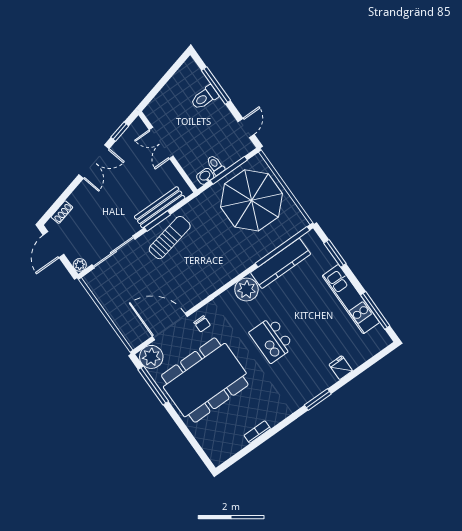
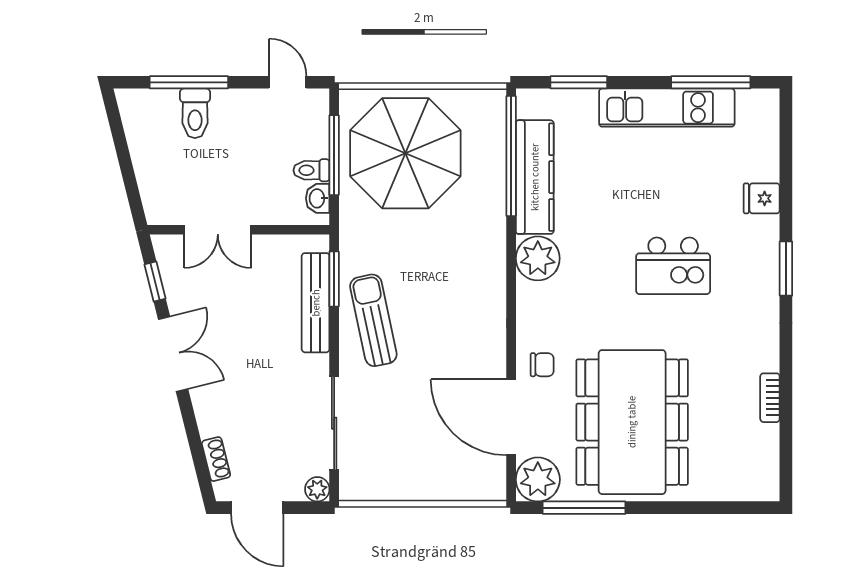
window: (157, 221) -> (334, 279), moved
door: (170, 326) -> (511, 417), hinge flipped
kitchen island: (272, 340) -> (673, 266), moved

